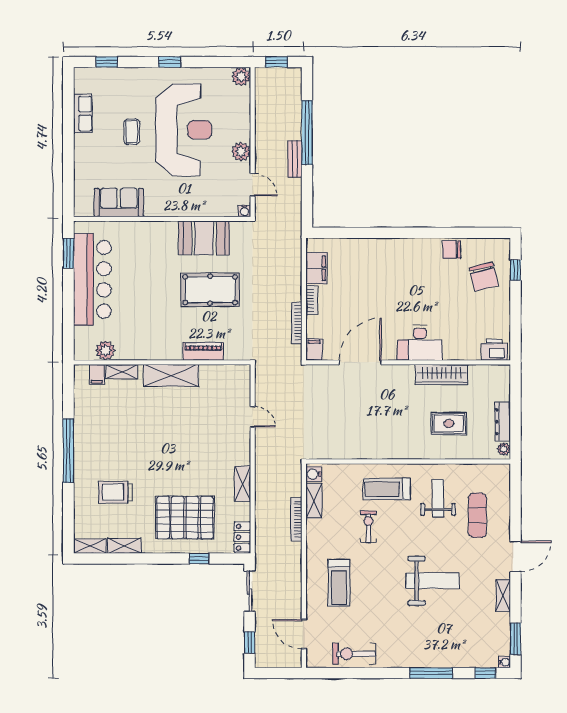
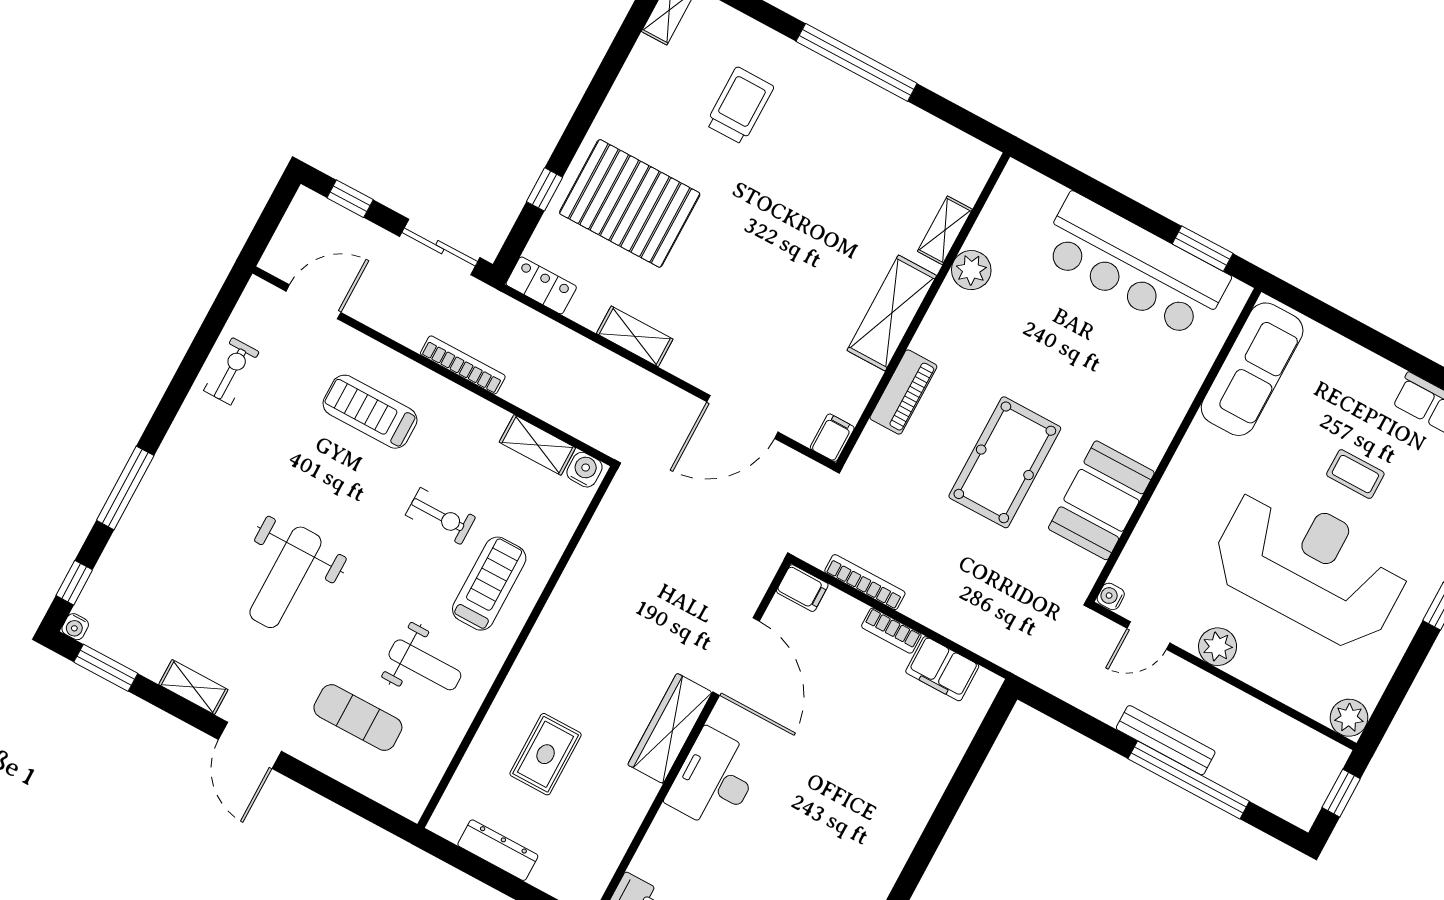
reception desk: (184, 130) -> (1310, 567), turned 180
bench: (295, 159) -> (1166, 740), width x1.36
sofa: (119, 202) -> (1252, 369), width x1.36
plant: (105, 350) -> (971, 270), moved
filing cabinet: (97, 375) -> (832, 438), moved, turned 90
wardrobe: (442, 375) -> (670, 728), moved
door: (253, 417) -> (742, 417), width x1.87
plant: (504, 449) -> (449, 826), removed
pallet: (185, 518) -> (630, 203), turned 90
bookcase: (296, 519) -> (463, 365), moved
shelving: (124, 546) -> (637, 71), removed
exercise bike: (354, 654) -> (231, 371), width x0.73, depth x0.72

